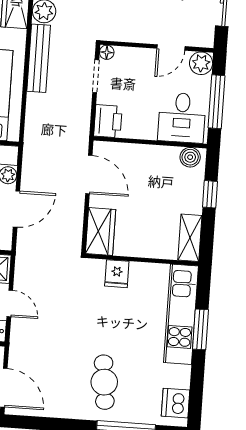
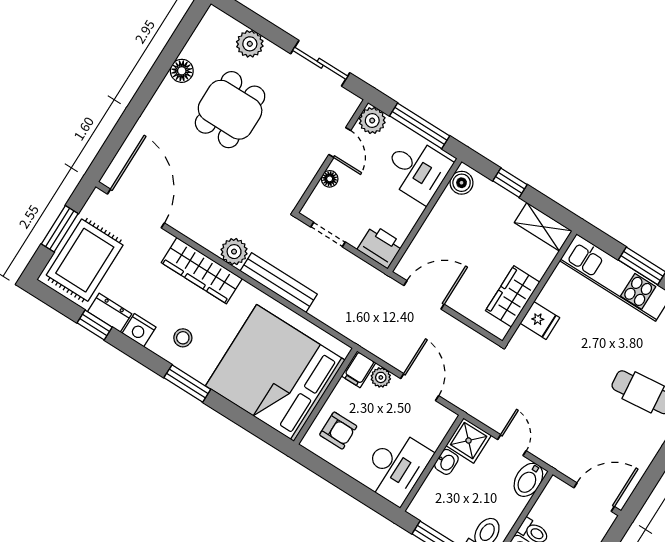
floor lamp: (107, 52) -> (330, 179), moved
wardrobe: (101, 232) -> (513, 296), moved, turned -90
door: (10, 303) -> (512, 445), hinge flipped

